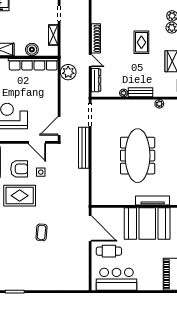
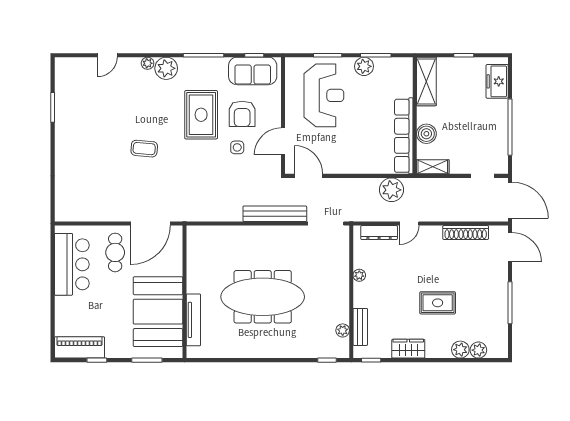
shelving: (53, 35) -> (433, 167), moved
shoe rack: (96, 38) -> (466, 232), moved
bench: (140, 92) -> (360, 327), moved

